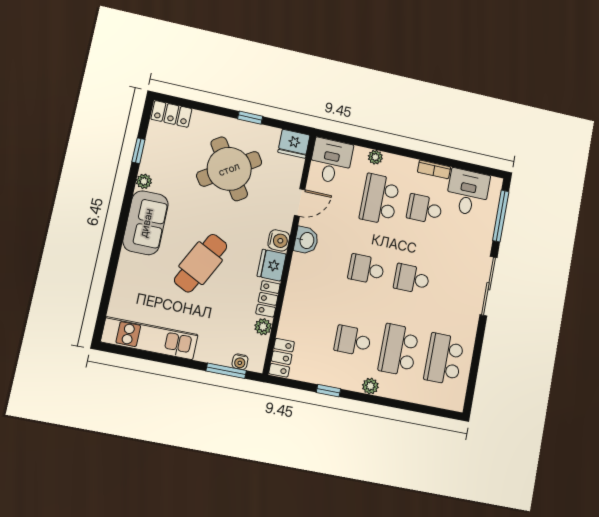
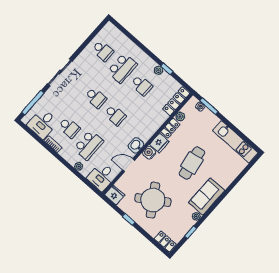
cafe table: (201, 263) -> (192, 163), turned -37
locker: (282, 358) -> (176, 101), width x1.53
school desk: (444, 359) -> (103, 51), width x0.54
plant: (370, 386) -> (158, 70), moved

